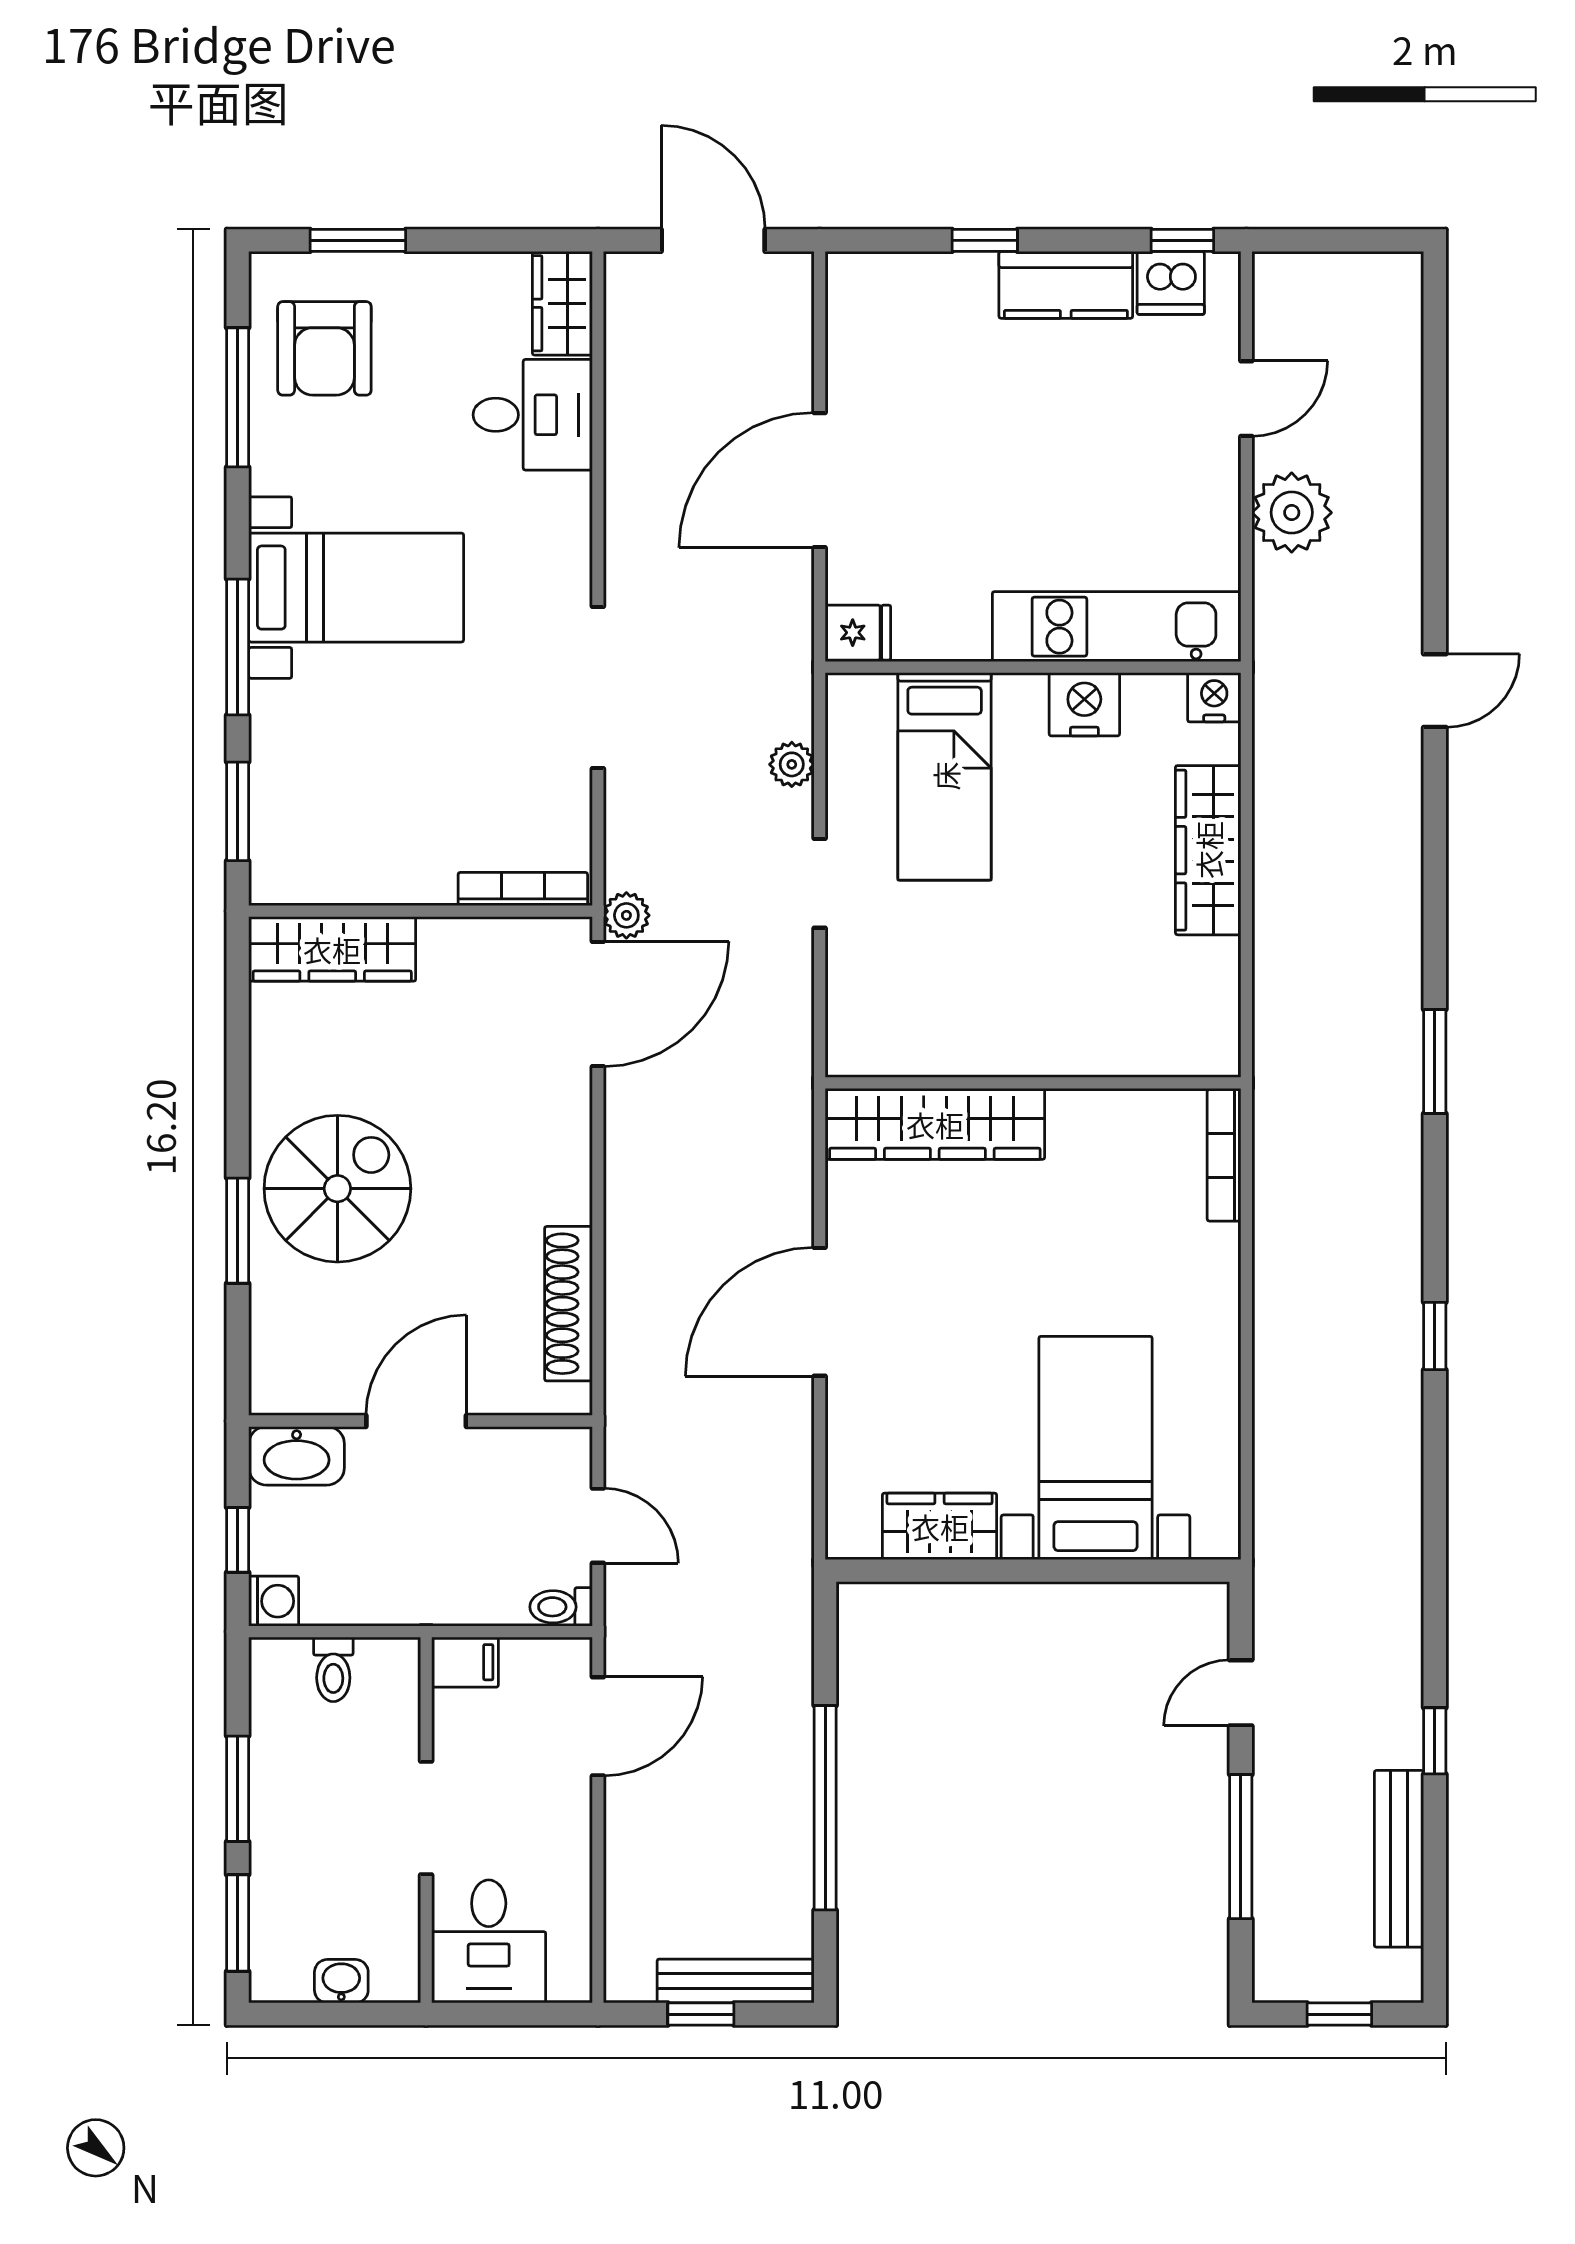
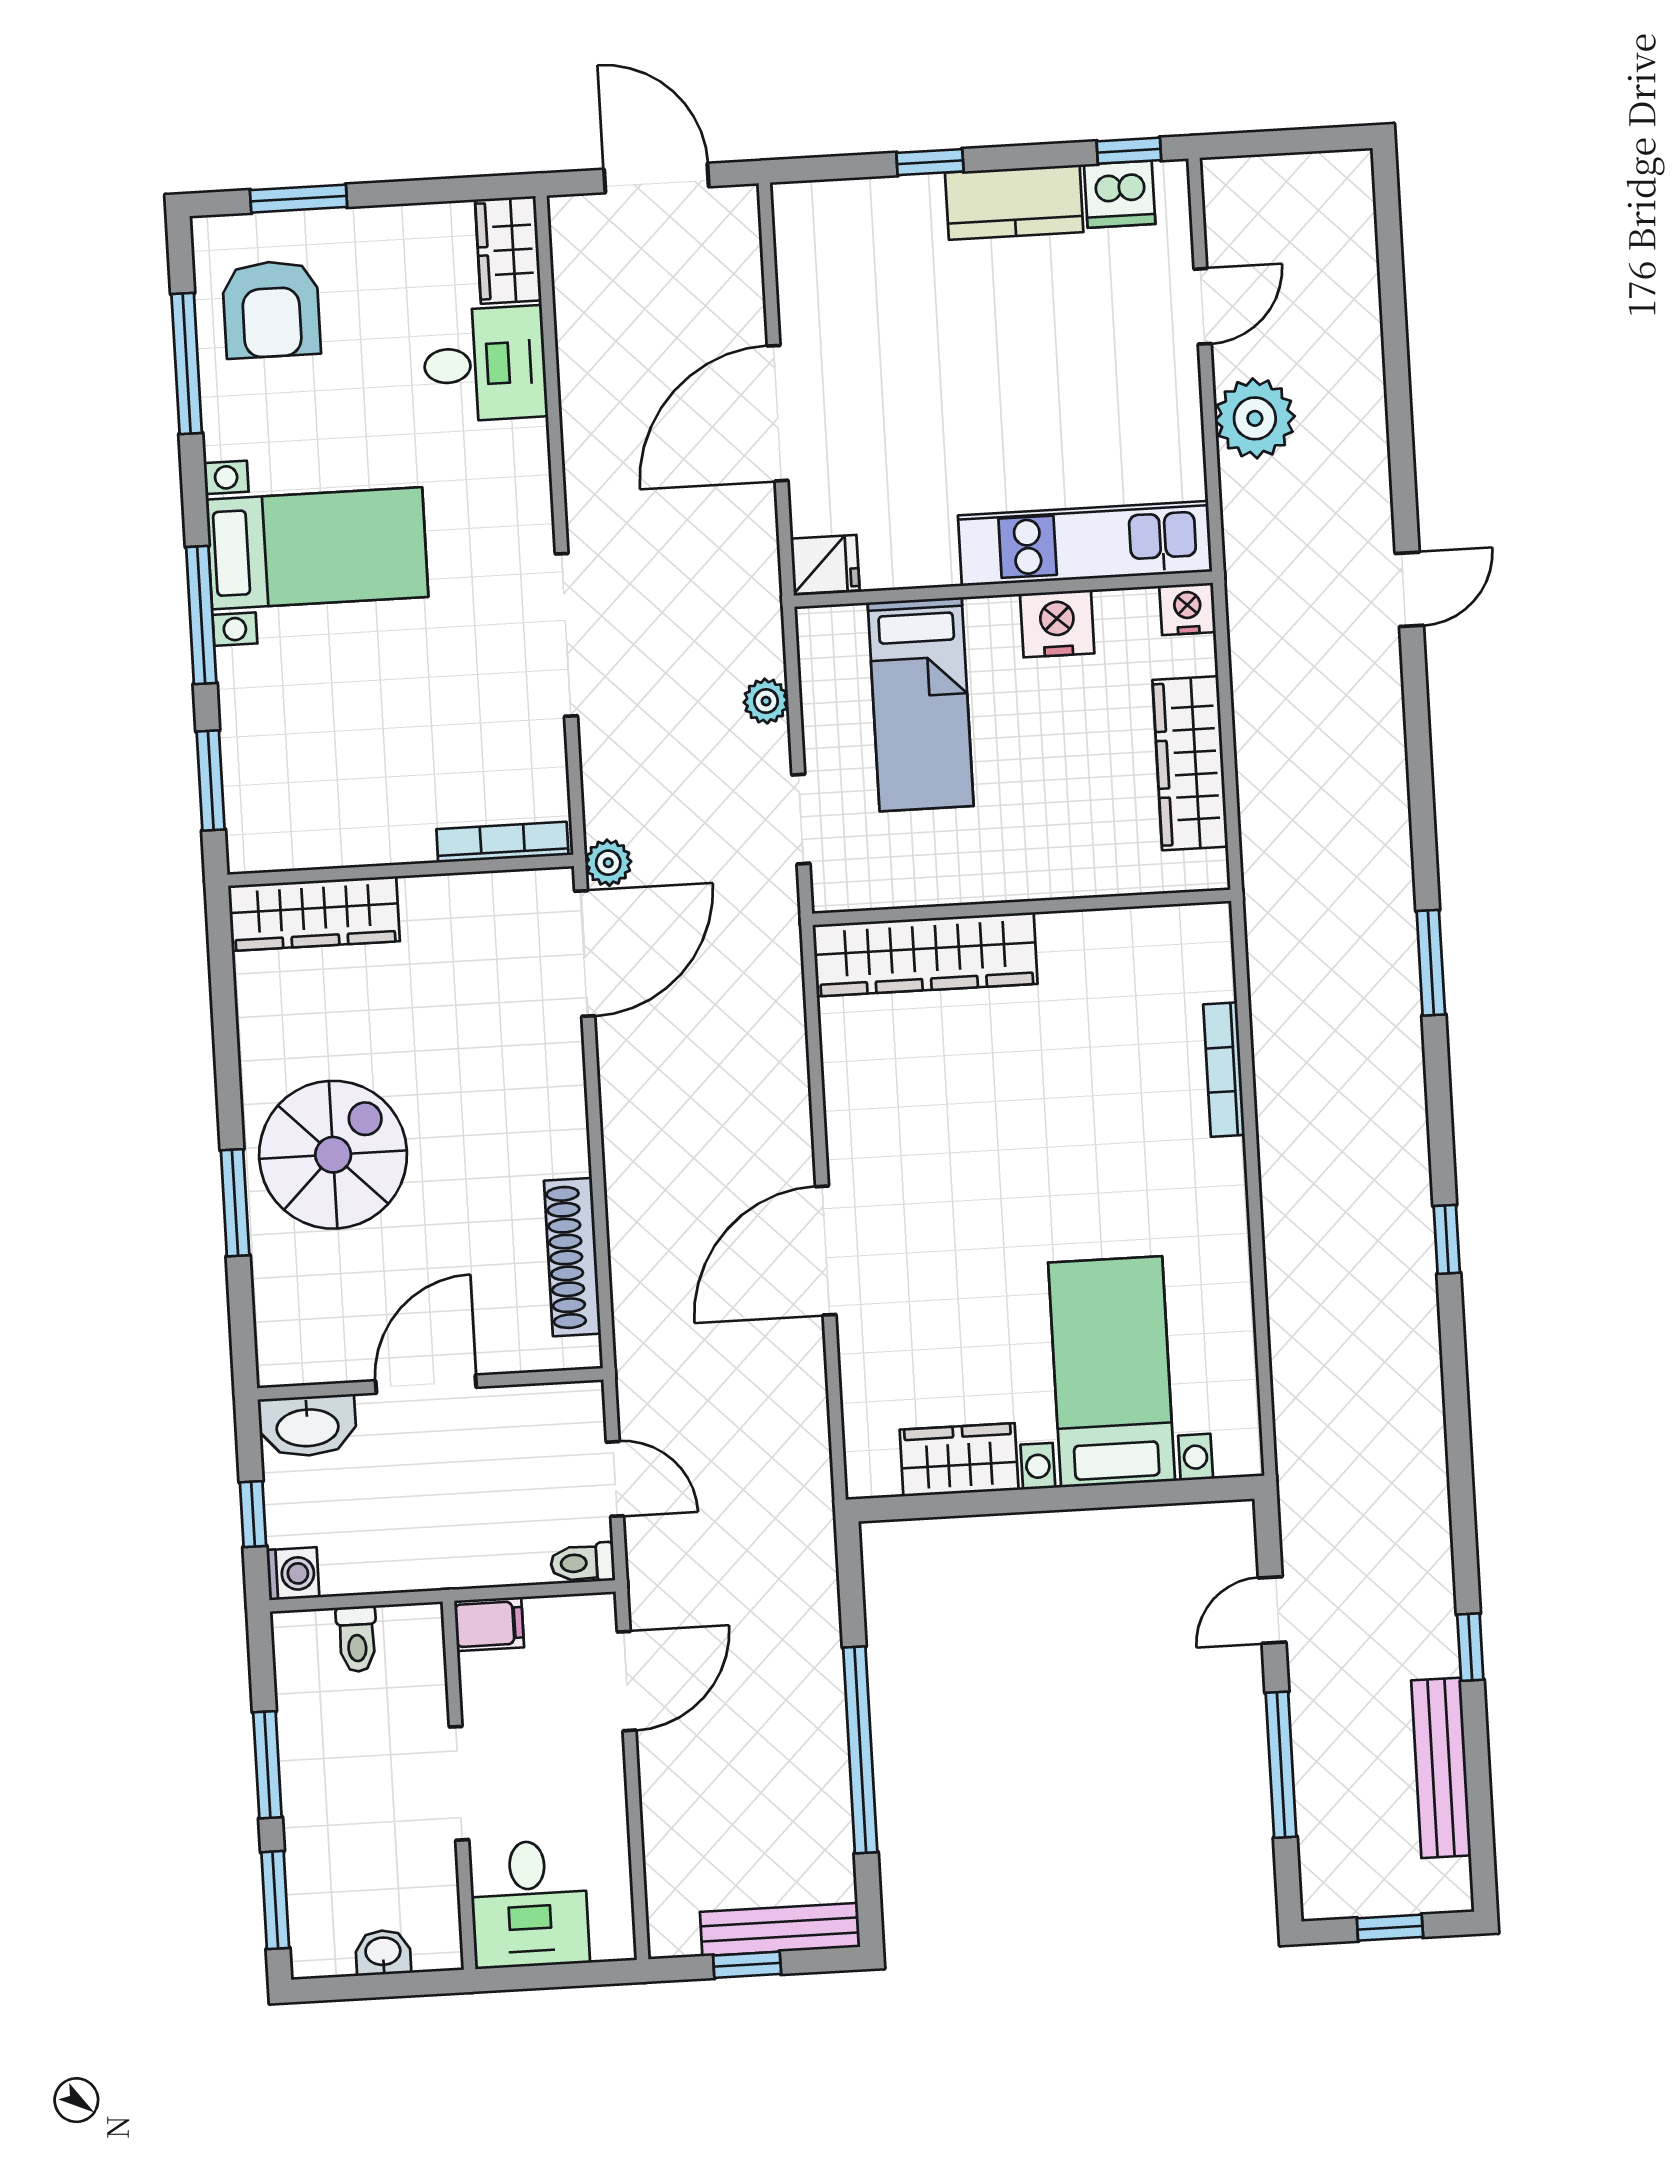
wall: (1033, 1083) -> (1022, 907), moved
wardrobe: (935, 1124) -> (925, 954), moved

